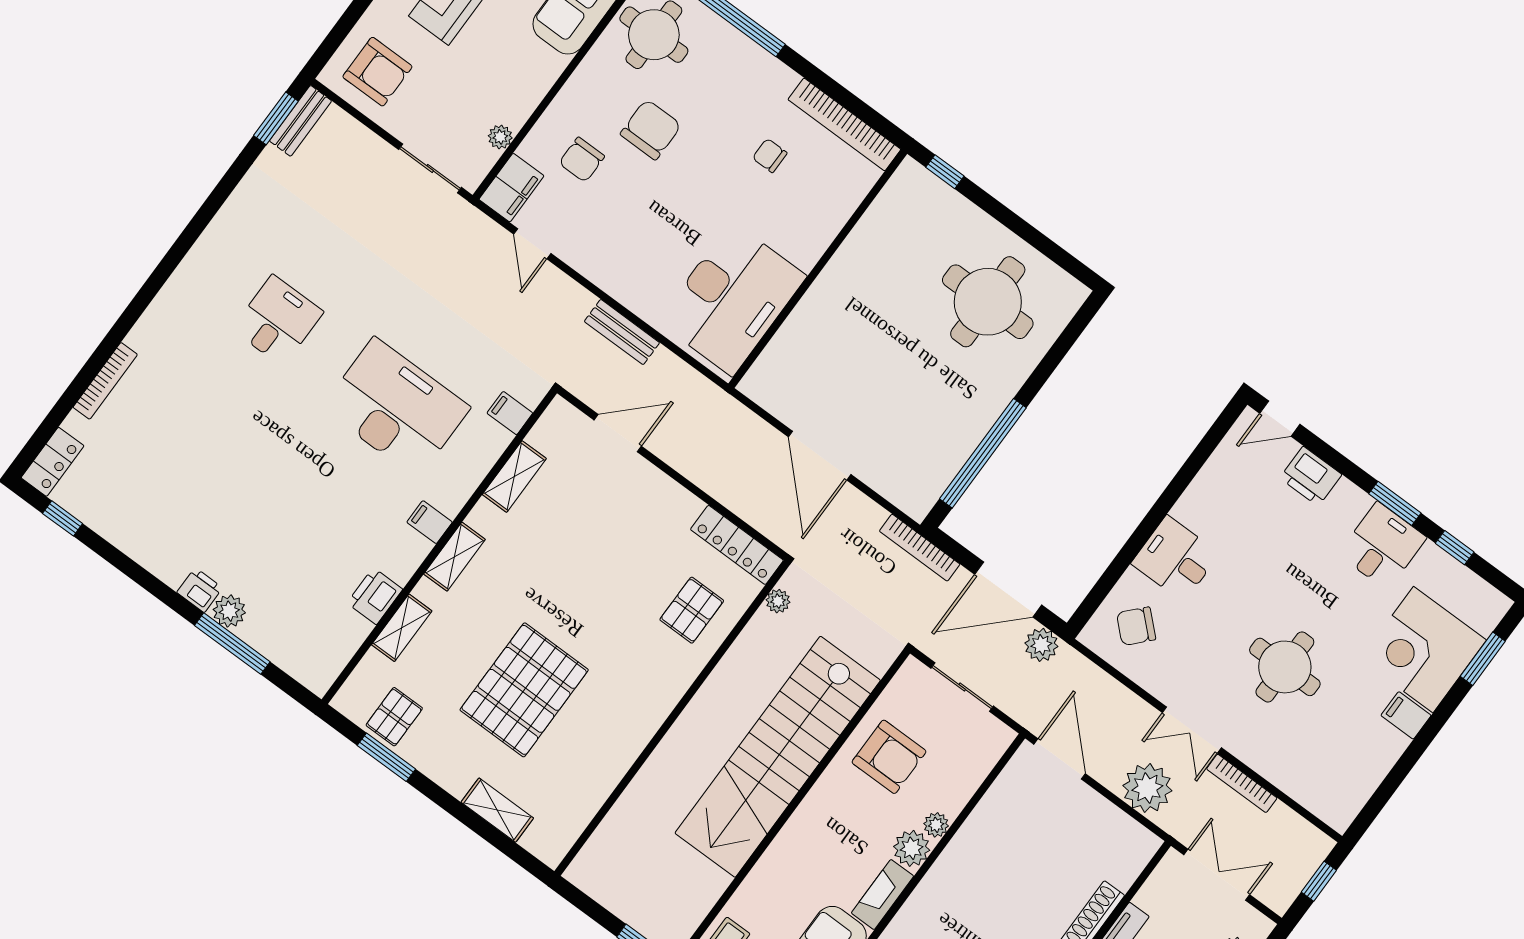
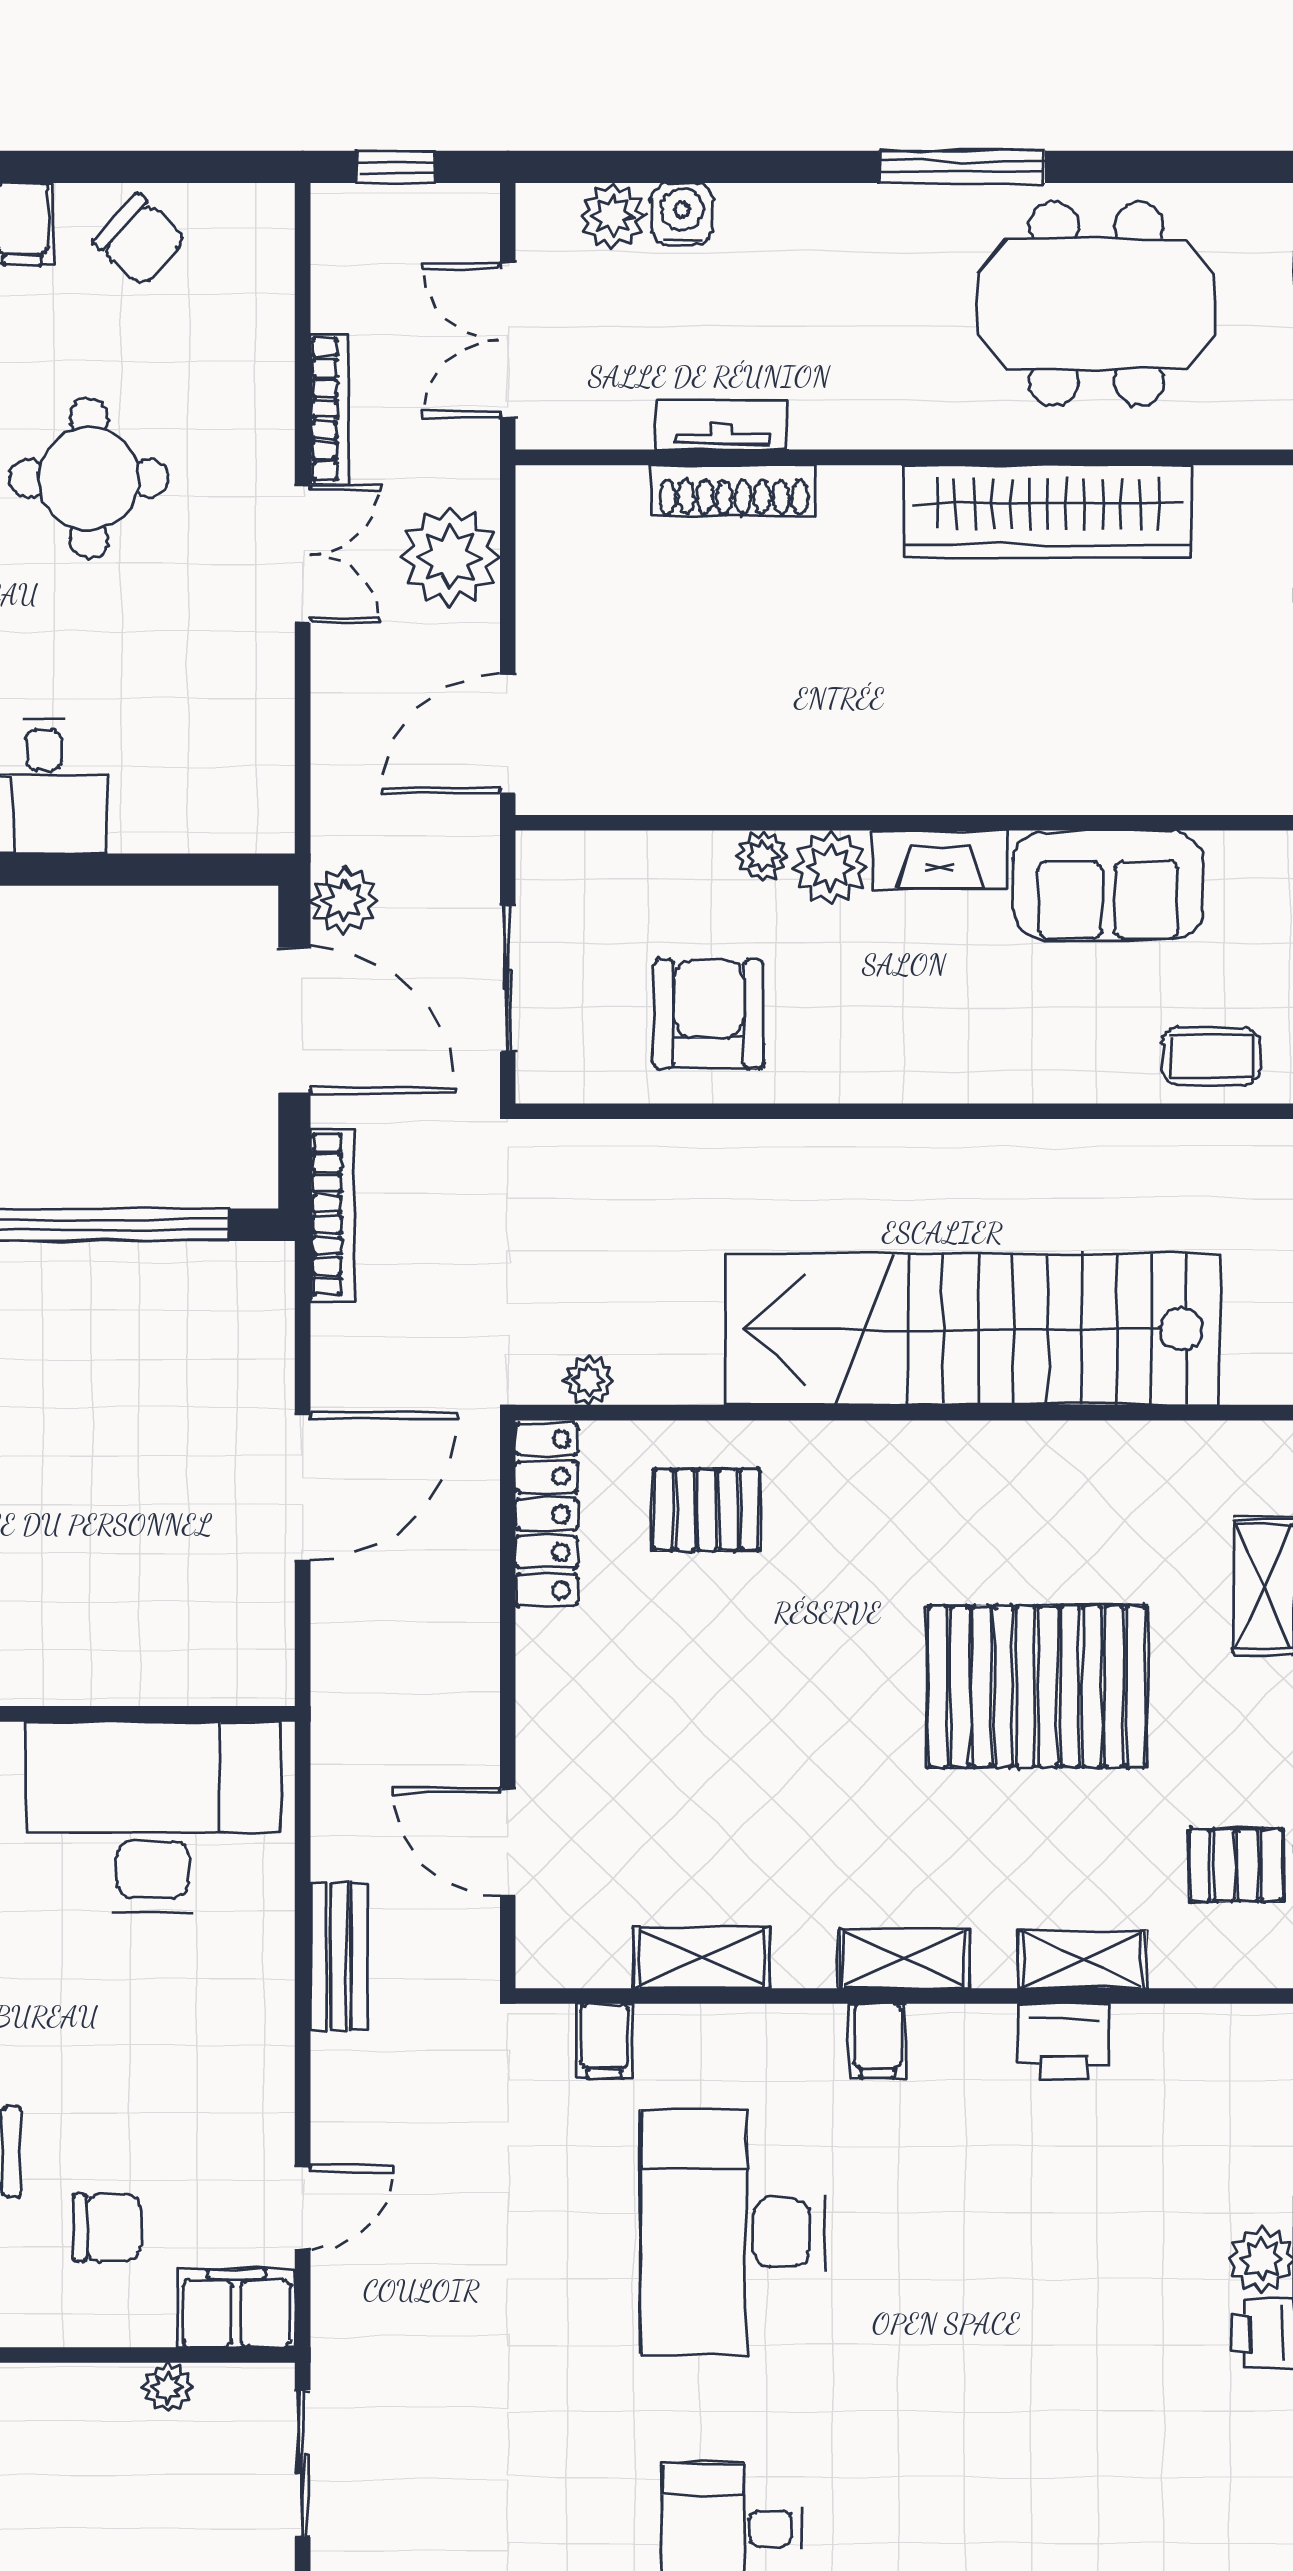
chair: (1136, 626) -> (140, 240), moved
stairs: (778, 757) -> (973, 1329), moved, turned 180

